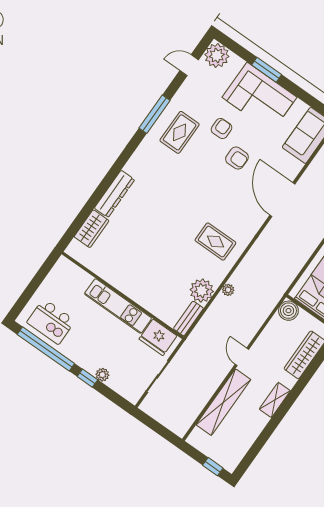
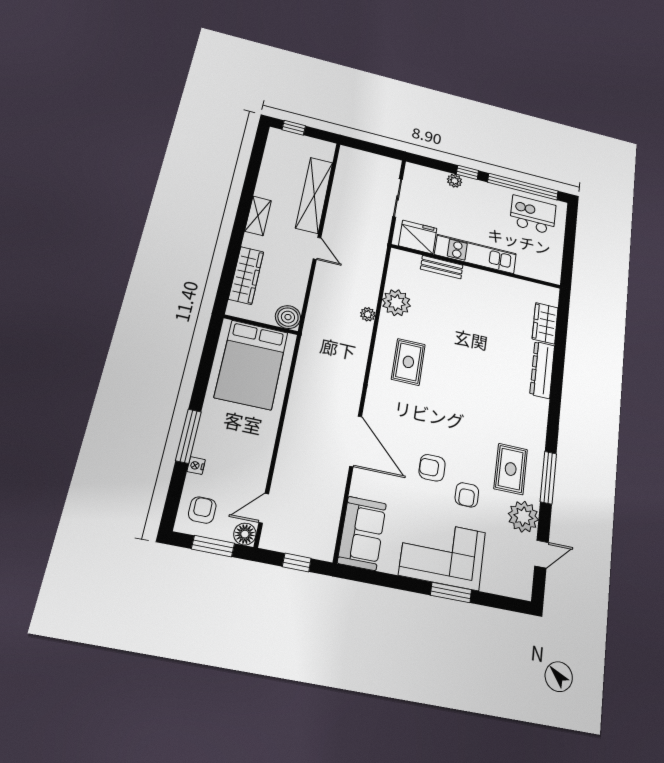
plant: (217, 56) -> (523, 517), moved
rug: (215, 242) -> (408, 362), turned 90
bench: (188, 319) -> (442, 267), moved, turned 90

